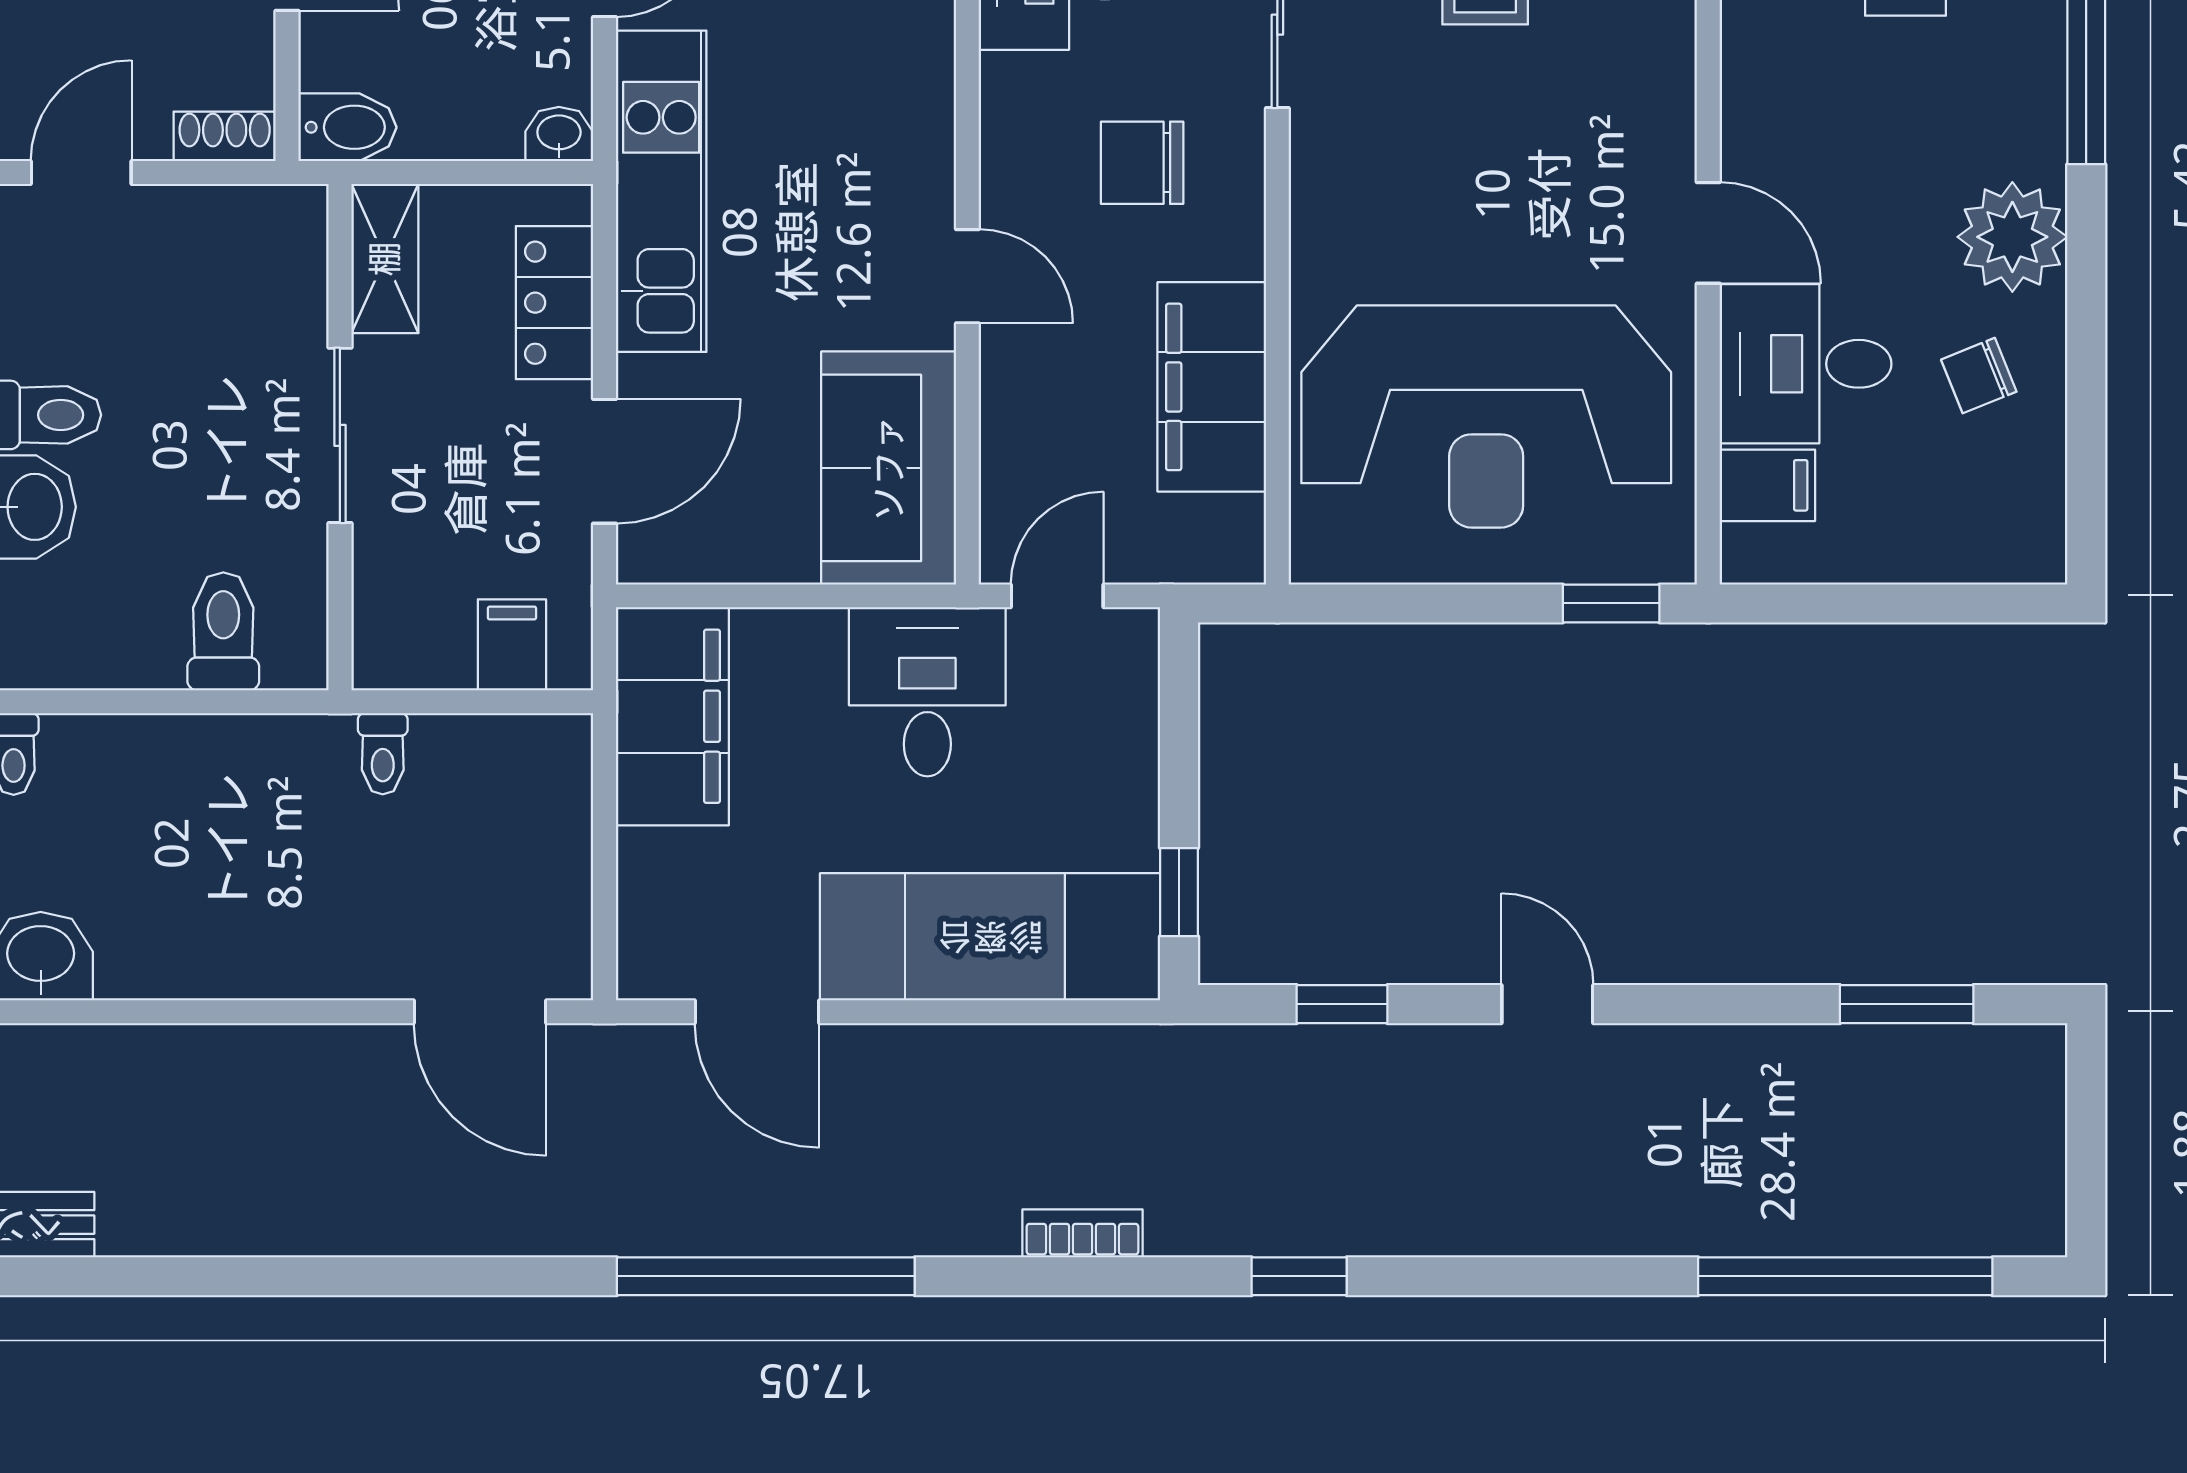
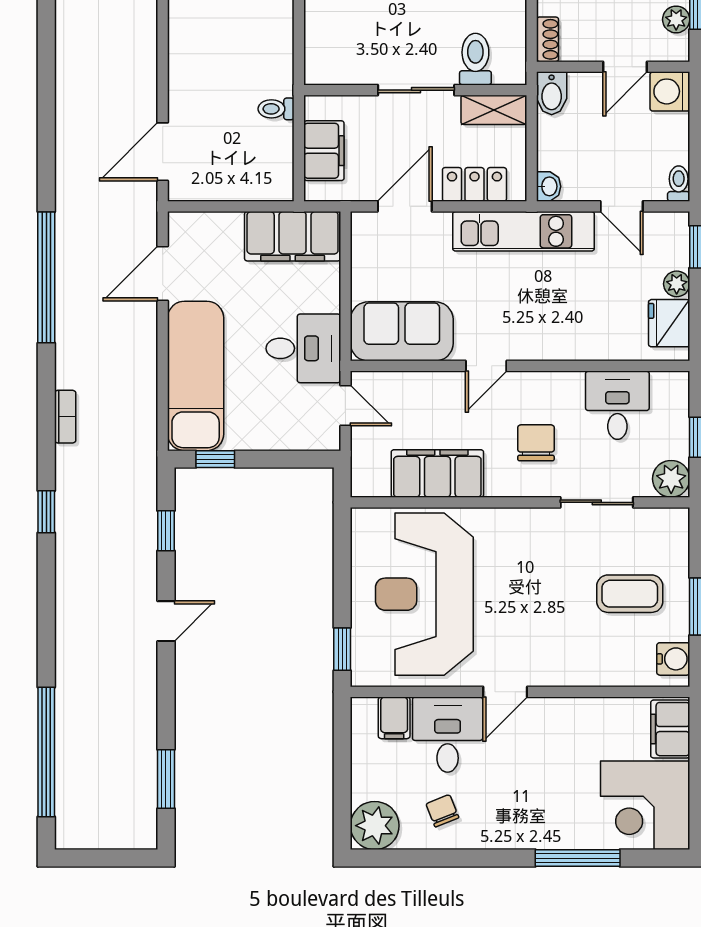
plant: (2012, 237) -> (375, 826), moved
door: (605, 461) -> (405, 206), swing flipped
toilet: (223, 631) -> (475, 59), moved, turned -90
filing cabinet: (512, 645) -> (324, 151), width x2.00

